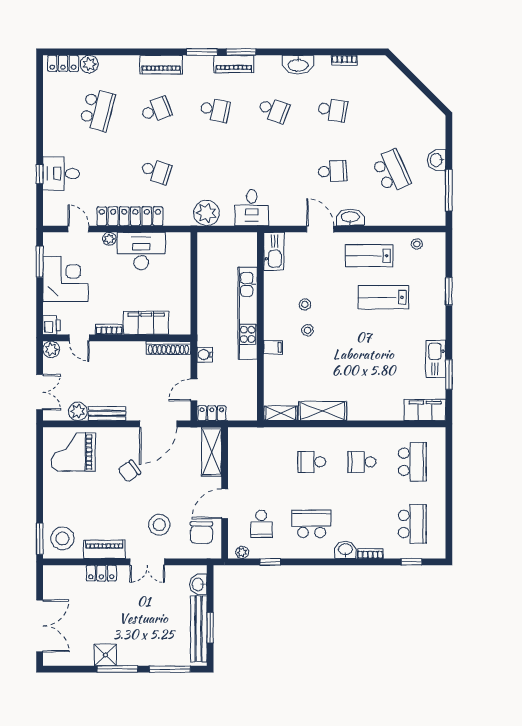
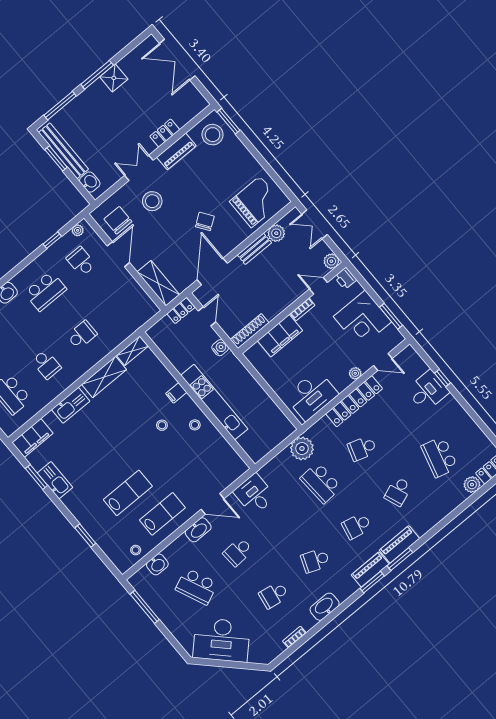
piano: (161, 65) -> (399, 544), moved
desk: (407, 109) -> (222, 640), added
washbasin: (437, 160) -> (157, 564), moved, turned 90
school desk: (215, 171) -> (321, 483), added
desk: (252, 208) -> (254, 494), moved
desk: (141, 251) -> (312, 395), moved
kitchen sink: (274, 251) -> (71, 405), moved, turned -90
stool: (305, 305) -> (195, 425), moved
school desk: (362, 462) -> (46, 364), turned 90

